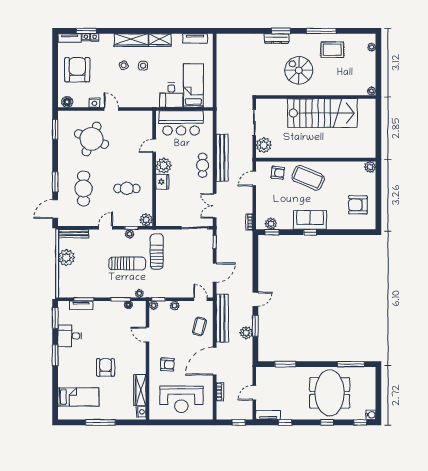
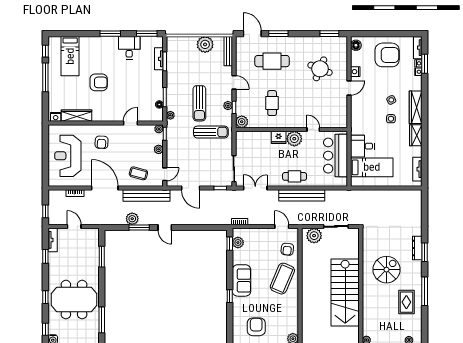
round table: (92, 139) -> (320, 69), width x0.73, depth x0.73
window: (310, 232) -> (230, 296), moved
window: (73, 422) -> (45, 51), added

